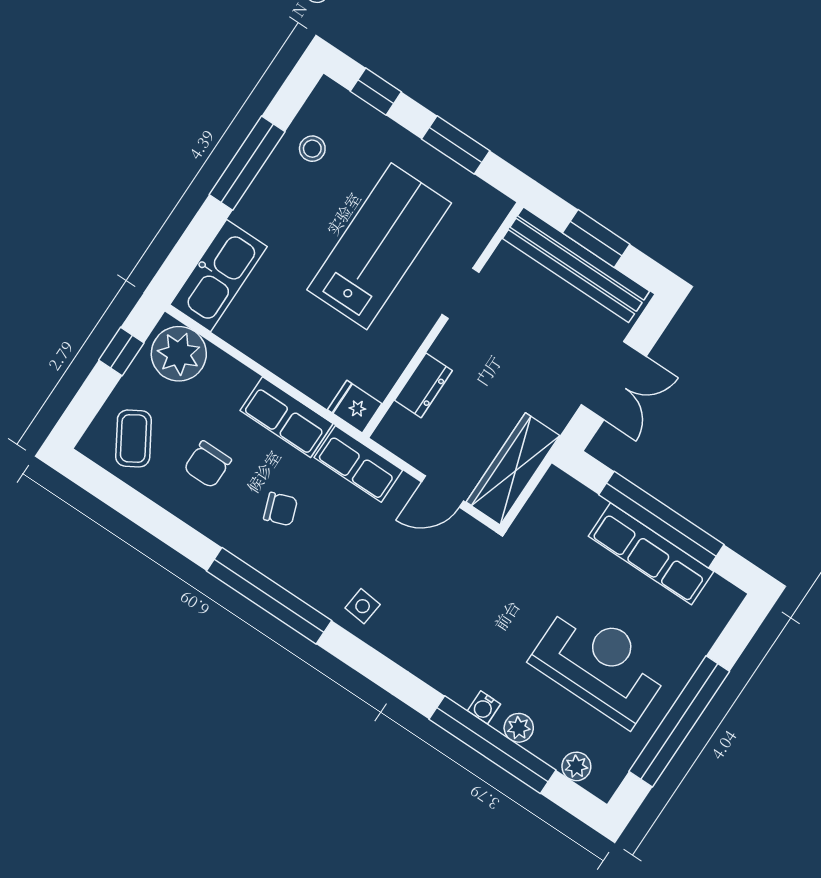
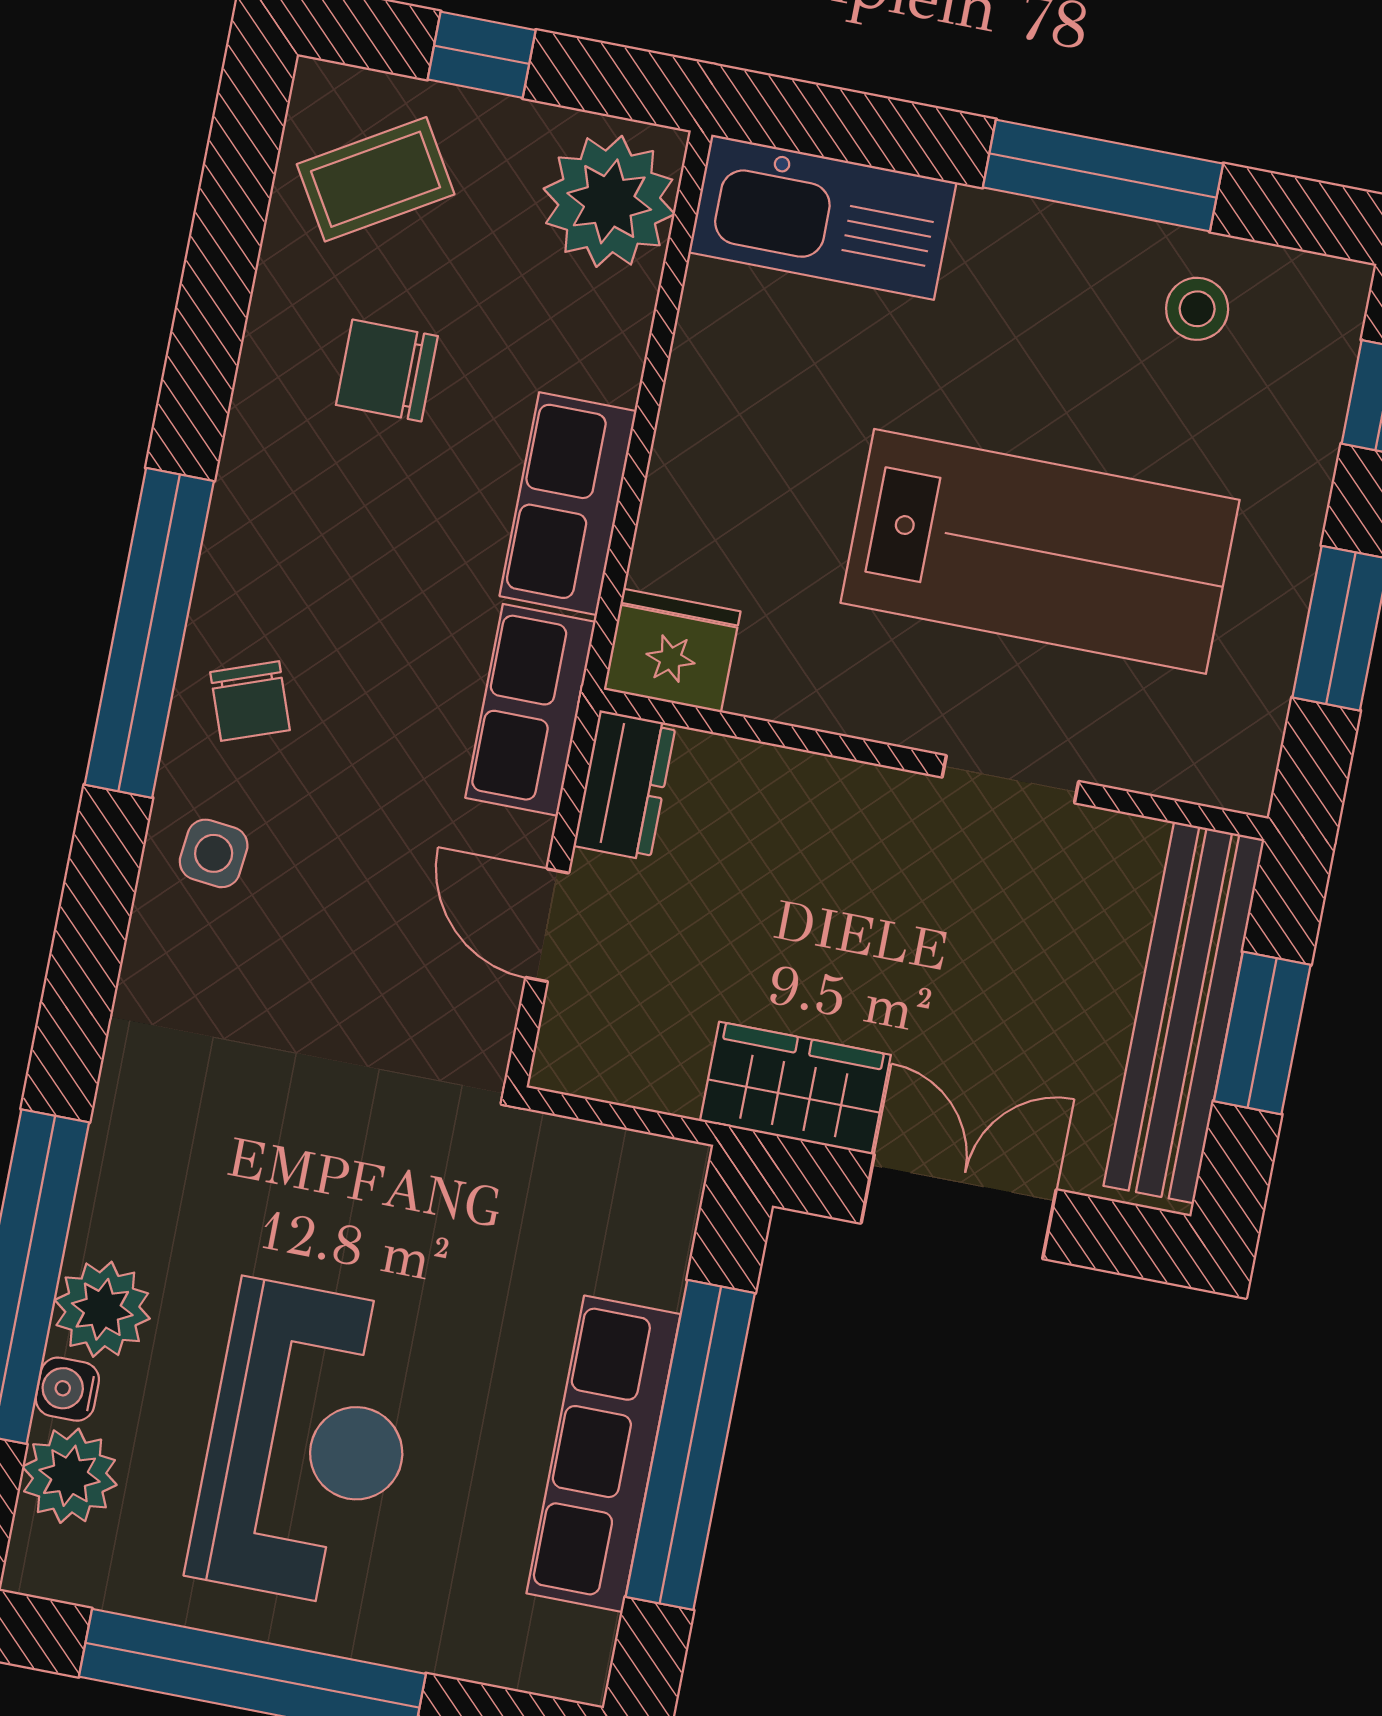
window: (121, 352) -> (482, 55), moved
double door: (614, 381) -> (959, 1207), swing flipped
dresser: (423, 385) -> (625, 785), moved, turned -90
fridge: (355, 407) -> (672, 651), width x1.38
wardrobe: (513, 469) -> (795, 1088), moved, width x0.67
chair: (281, 509) -> (250, 701), moved
water cooler: (484, 707) -> (67, 1389), moved
plant: (519, 728) -> (102, 1309), width x1.38, depth x1.38
plant: (576, 766) -> (70, 1476), width x1.38, depth x1.38

